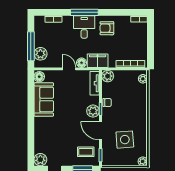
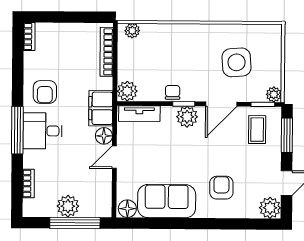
plant: (40, 54) -> (68, 206), moved
armchair: (52, 131) -> (221, 188), added
plant: (143, 161) -> (274, 94), moved

